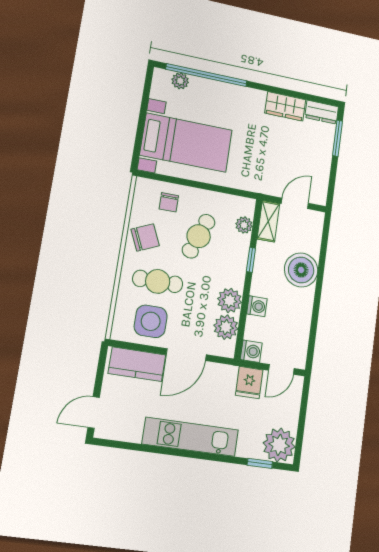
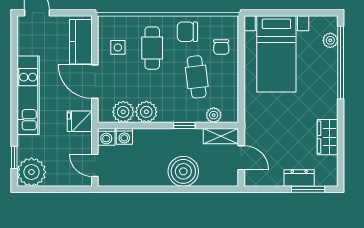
dresser: (322, 112) -> (299, 178), moved, turned 90
chair: (169, 202) -> (221, 47), turned -90
cafe table: (199, 236) -> (197, 77), turned 62
chair: (145, 237) -> (187, 32), turned 114
washing machine: (257, 306) -> (124, 136), moved
side table: (151, 321) -> (118, 47), width x0.54, depth x0.54
fridge: (249, 383) -> (80, 121), moved

